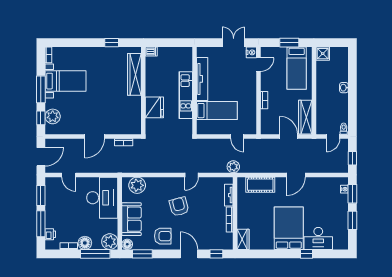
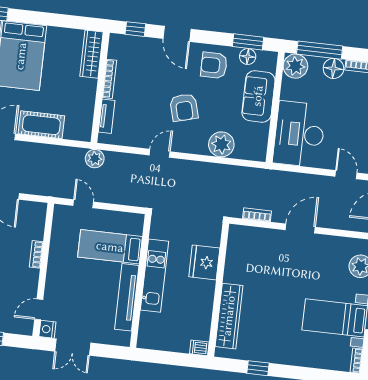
plant: (137, 185) -> (221, 144), moved
cot: (260, 185) -> (41, 125), moved
wardrobe: (243, 239) -> (92, 54), width x1.50
floor lamp: (127, 244) -> (248, 57), moved

